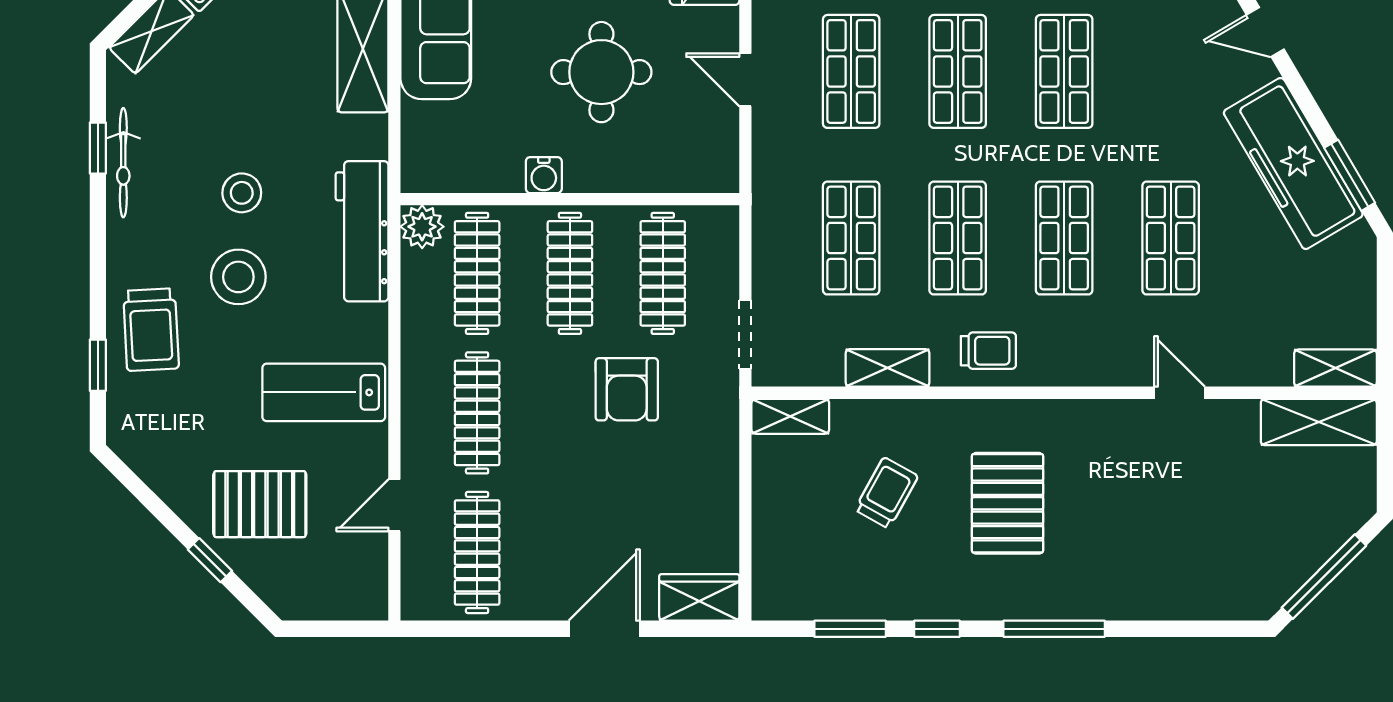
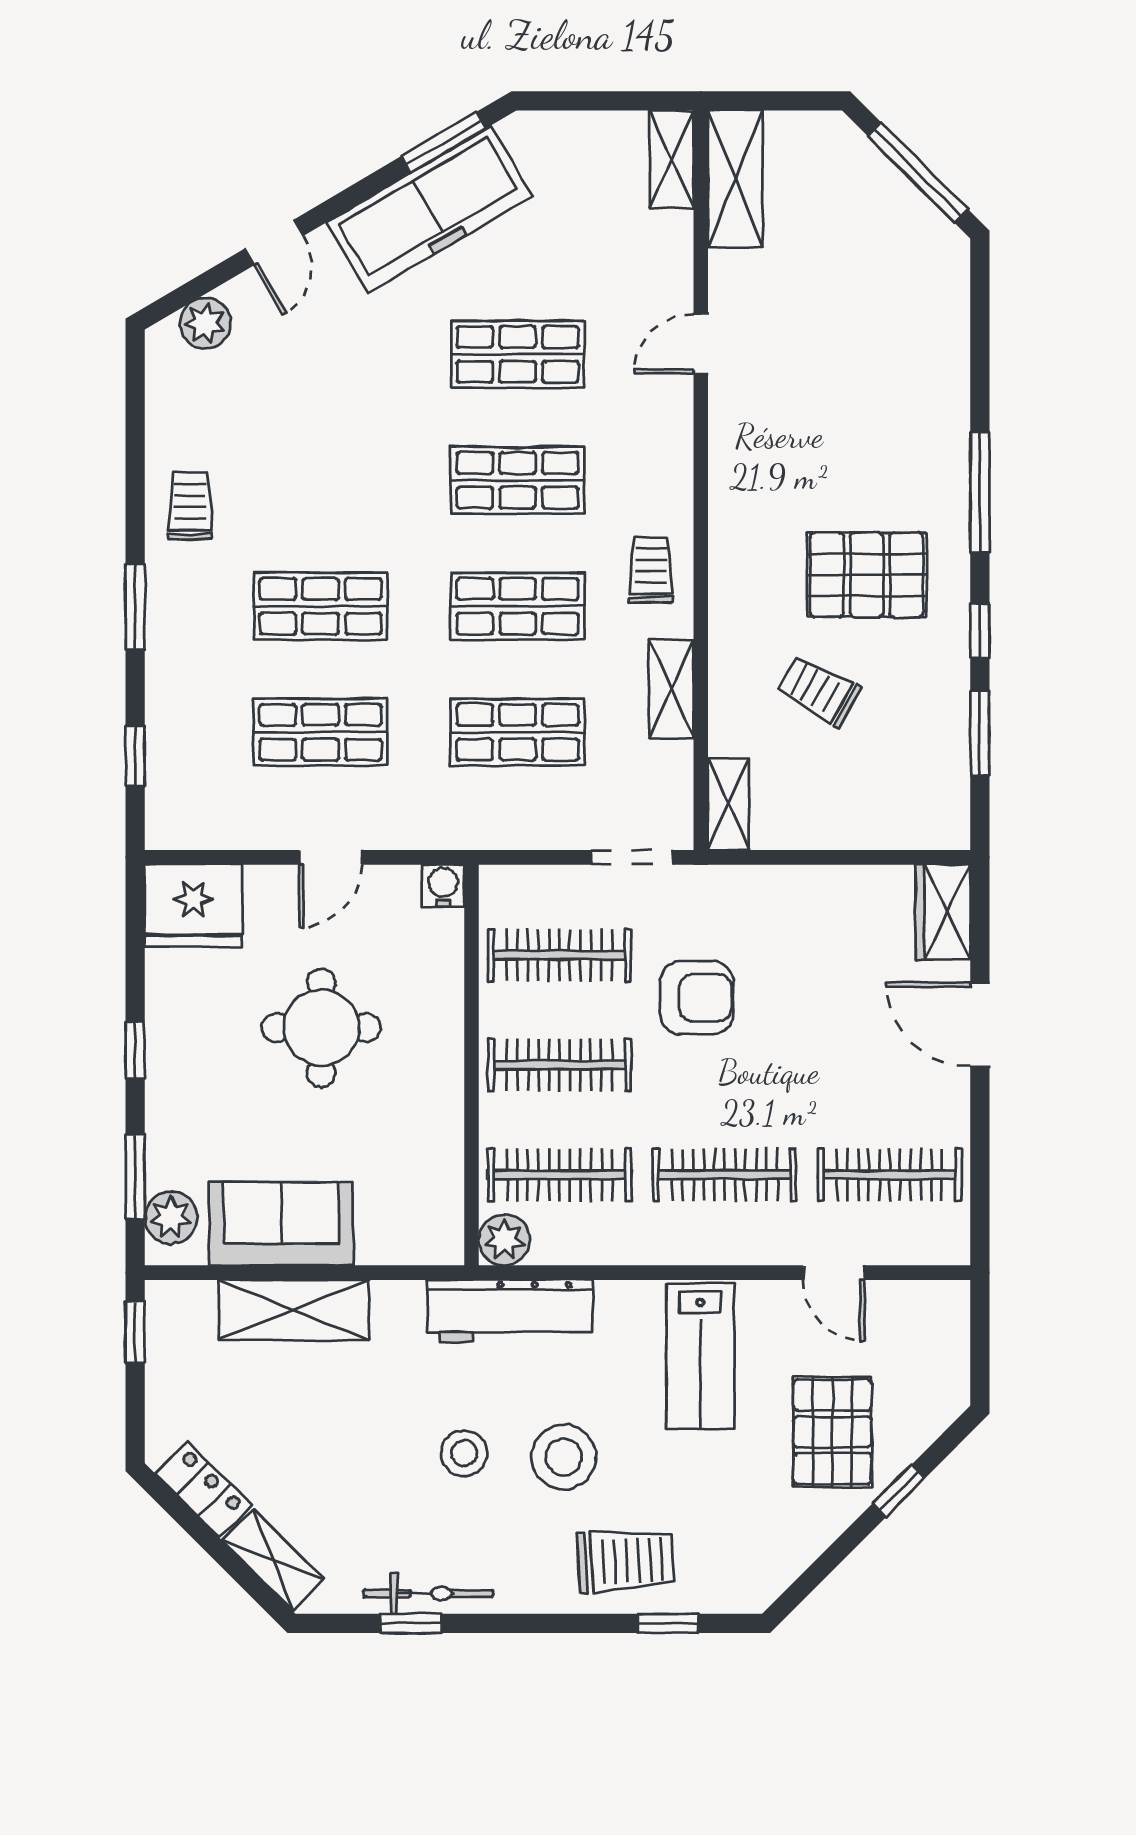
shop shelf: (1064, 71) -> (321, 480), removed
water cooler: (544, 175) -> (443, 886), moved, turned -90
pallet: (1007, 503) -> (867, 575), moved

